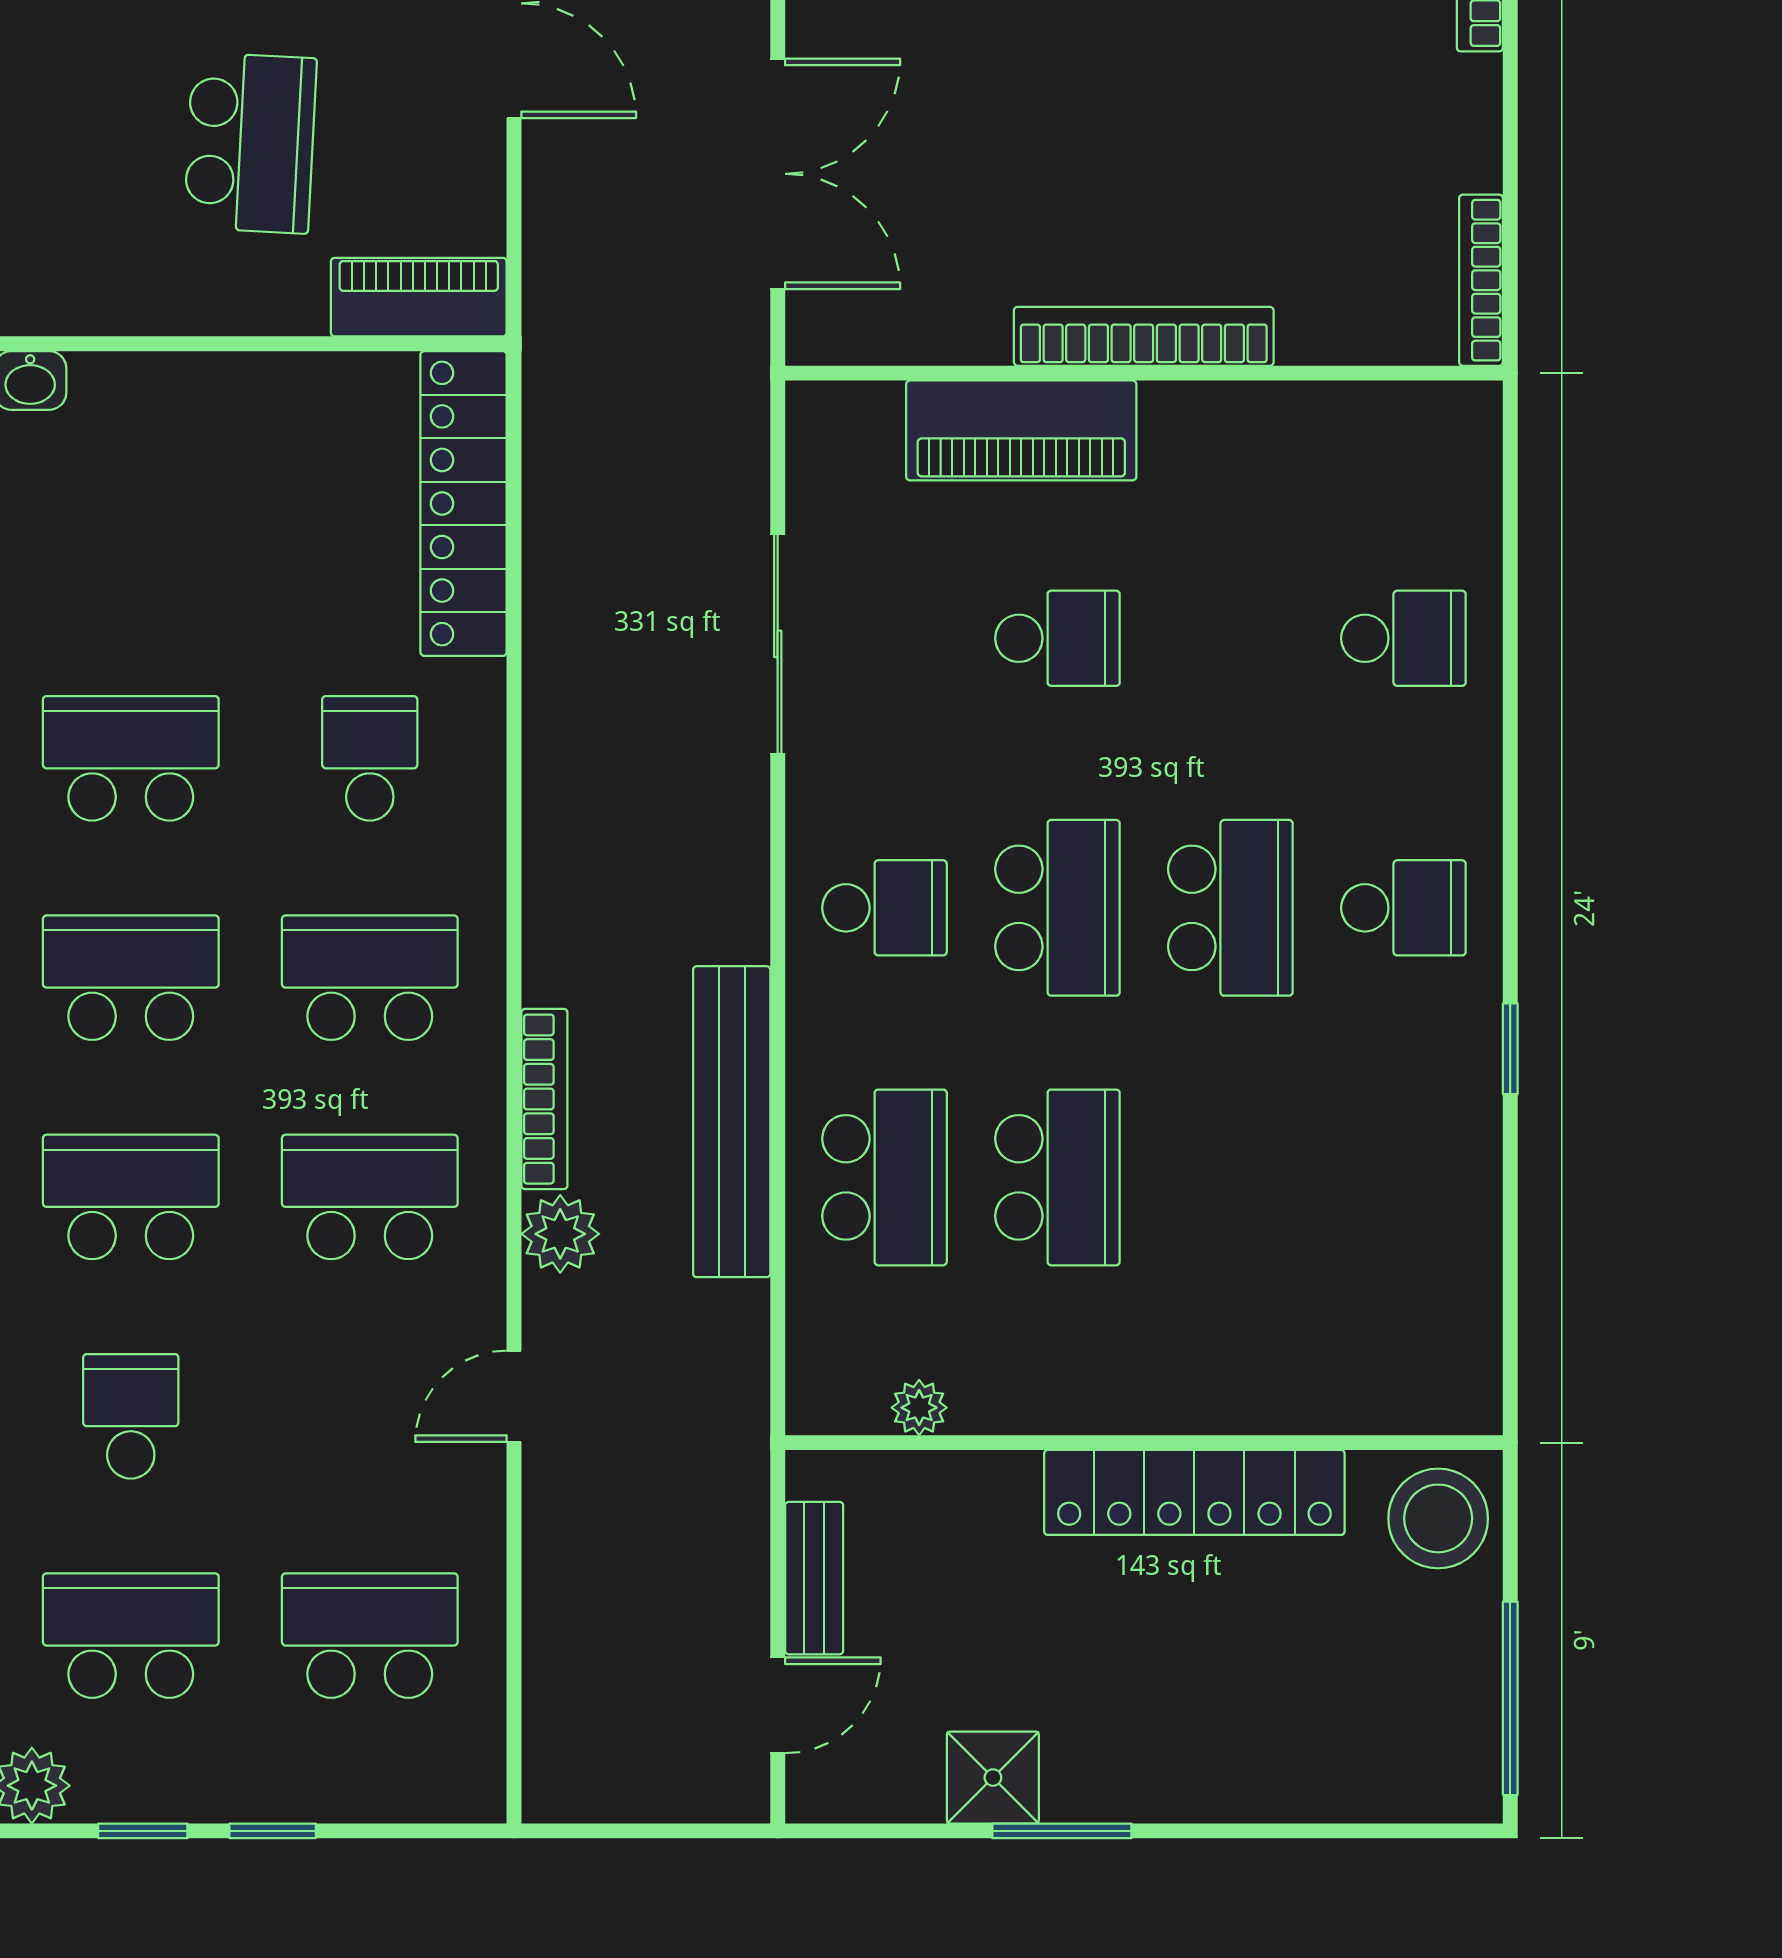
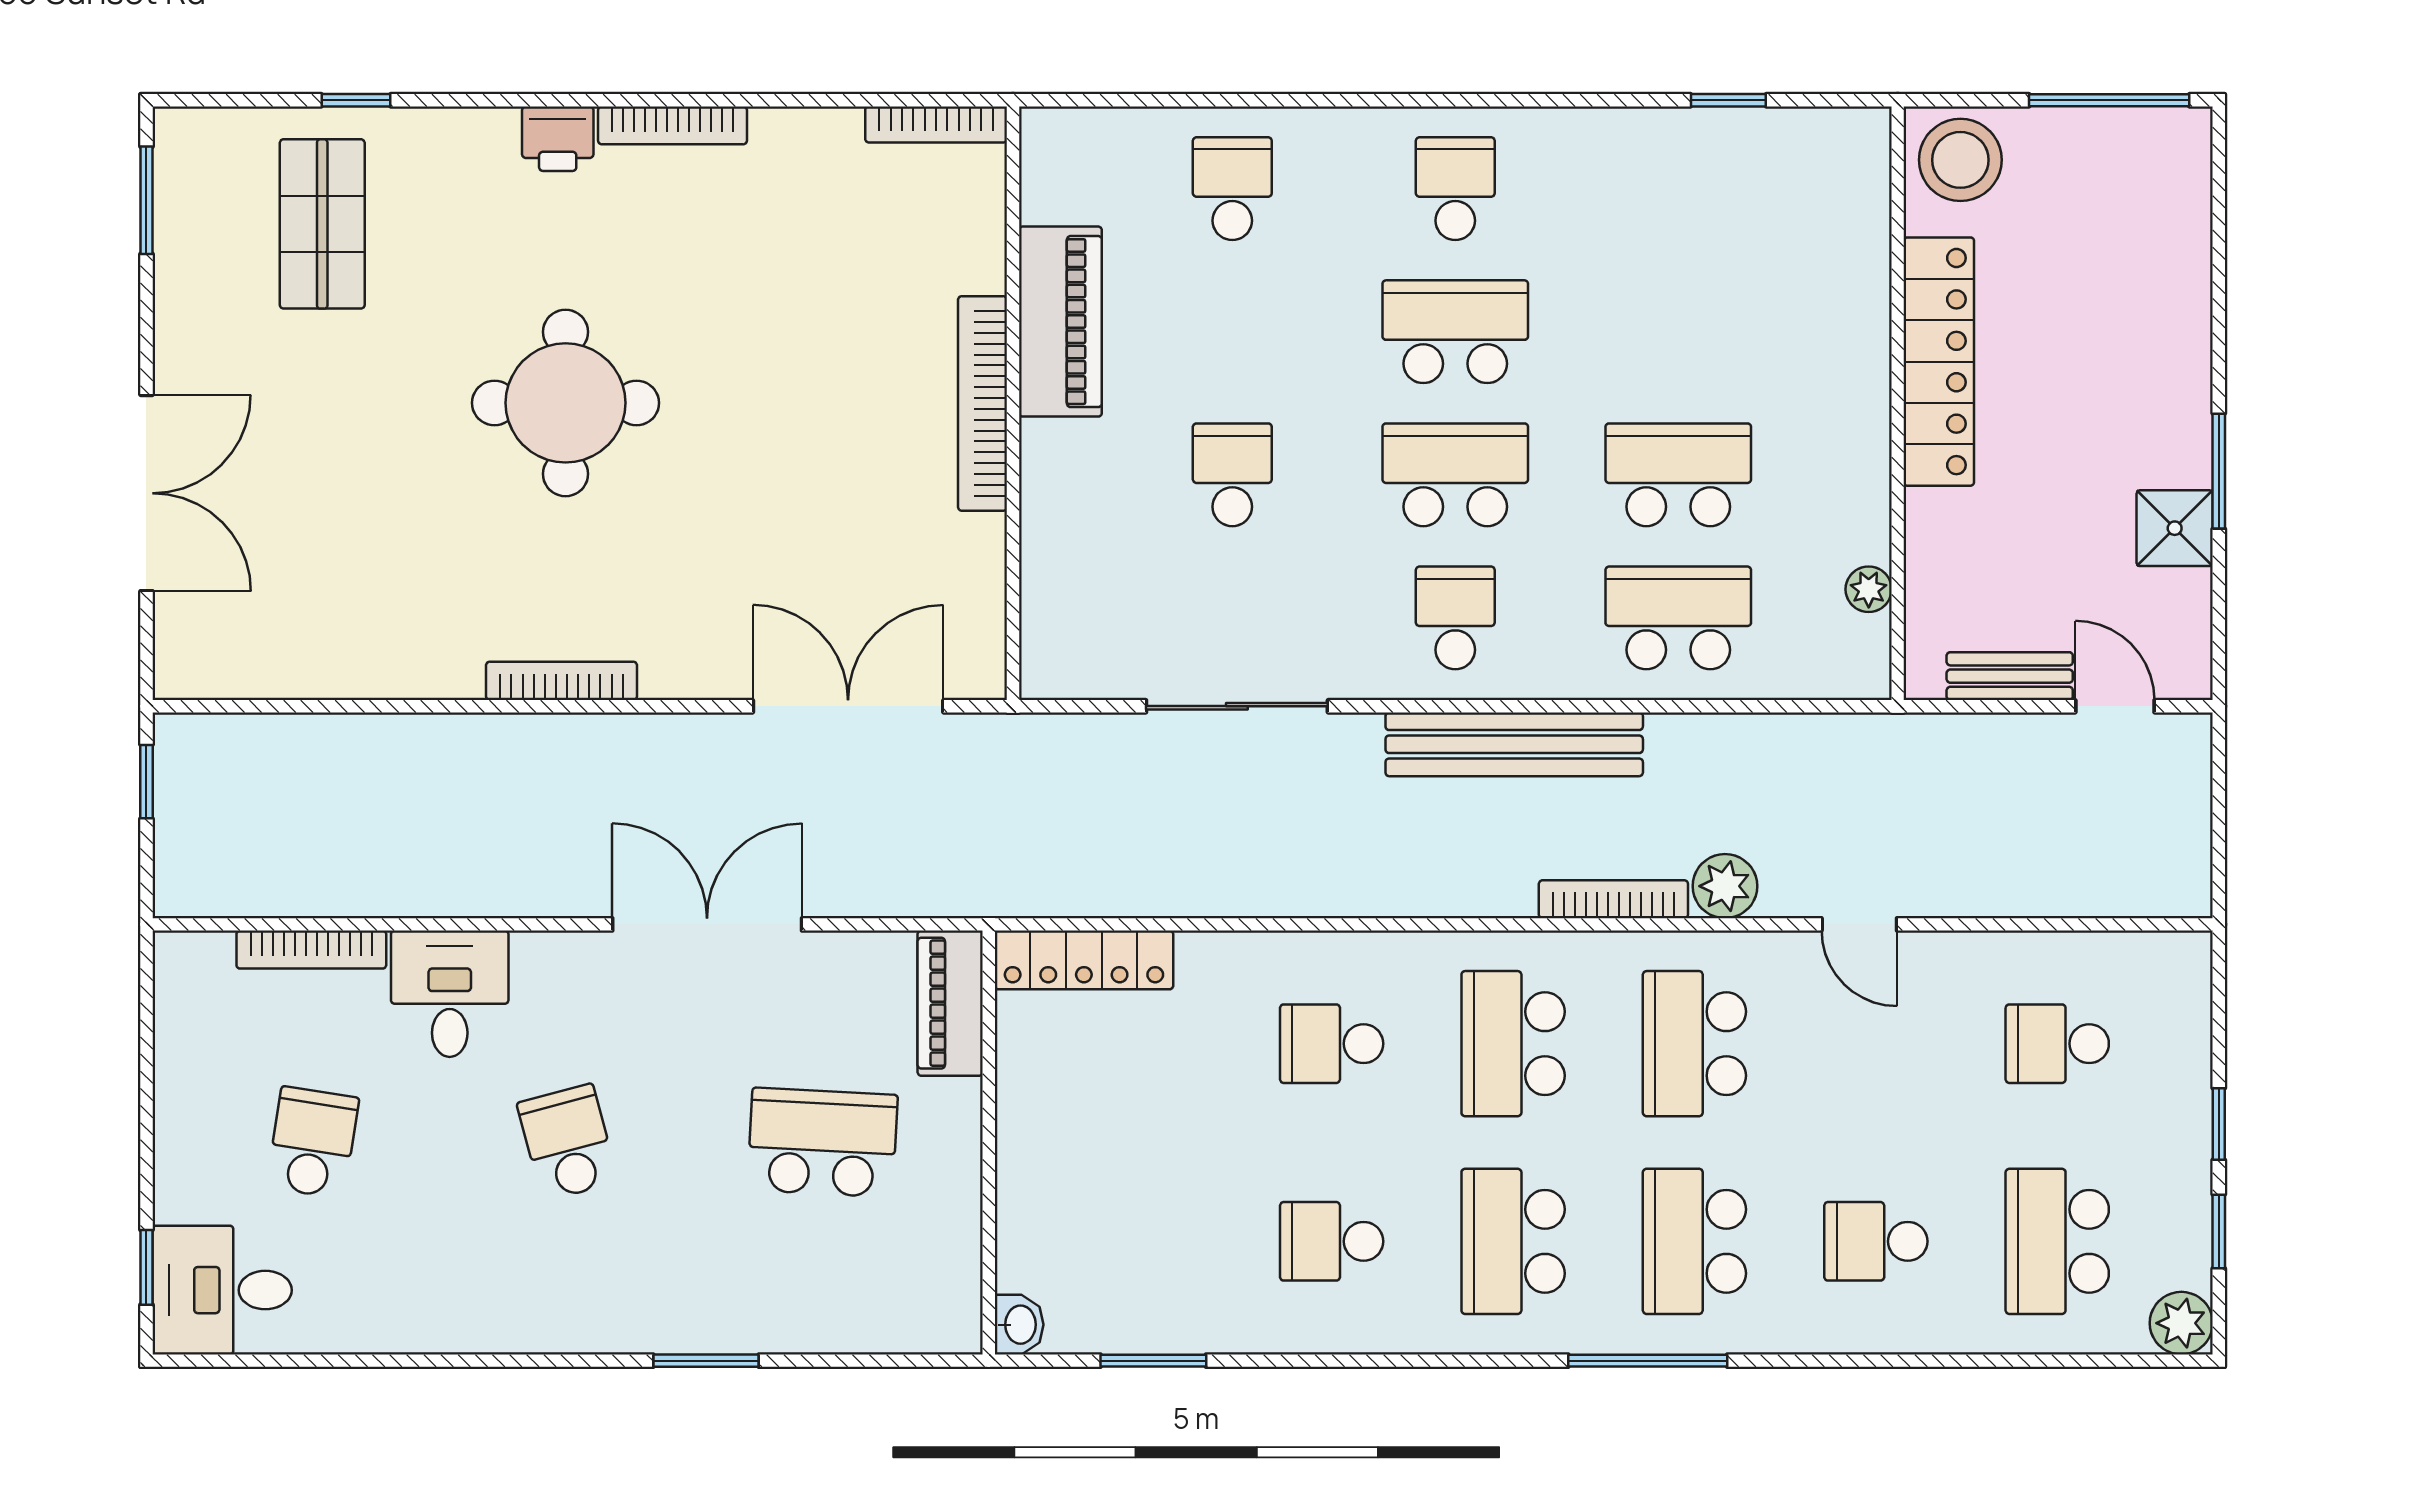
piano: (1021, 430) -> (1060, 322), moved
locker: (464, 503) -> (1084, 960), width x0.71, depth x0.83
school desk: (131, 758) -> (1332, 1241), width x0.54
window: (1510, 1049) -> (1728, 100), moved
bench: (732, 1122) -> (1514, 744), moved
school desk: (370, 1636) -> (2057, 1044), width x0.54

